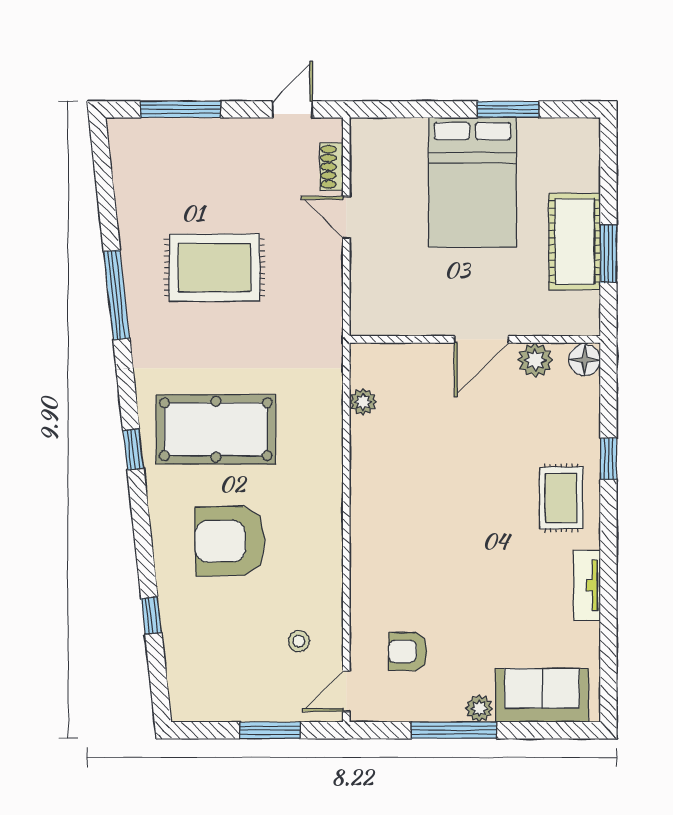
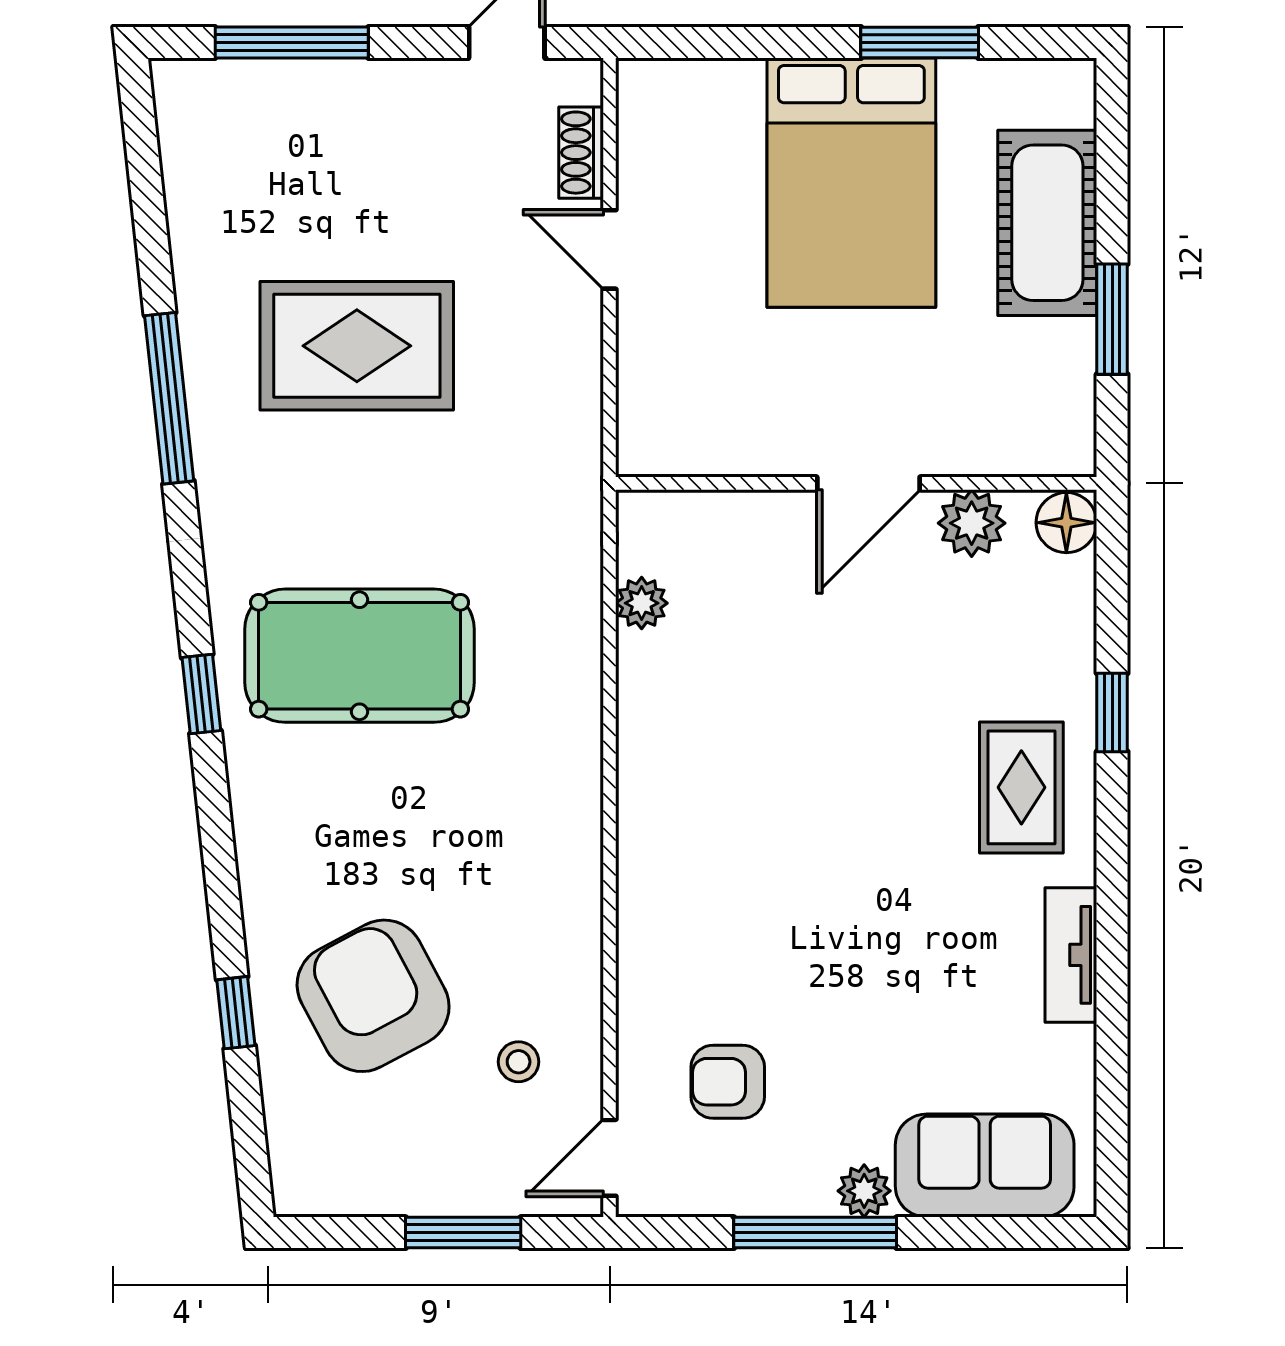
cot: (575, 242) -> (1047, 223), moved
armchair: (230, 541) -> (373, 996), moved, turned 63

